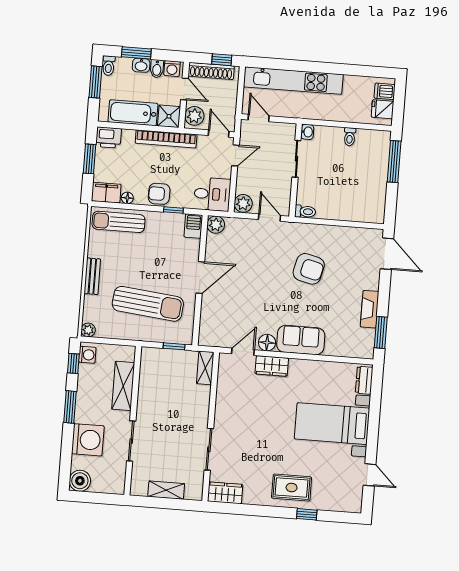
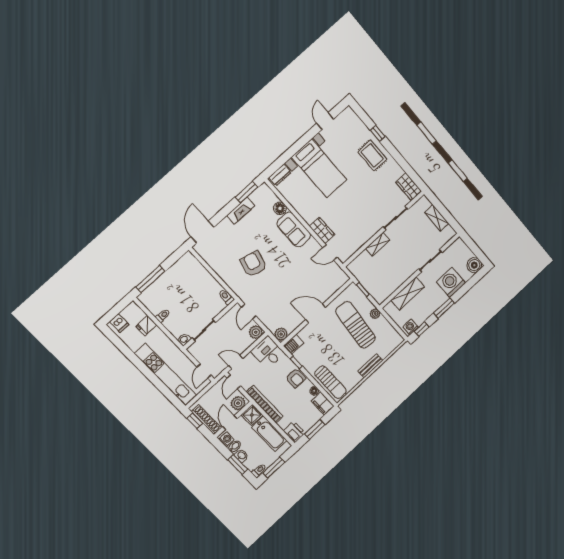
fridge: (383, 109) -> (146, 326), moved, turned 90
plant: (88, 330) -> (375, 314), moved
floor lamp: (267, 343) -> (280, 208), moved
shelving: (205, 368) -> (378, 244), moved

